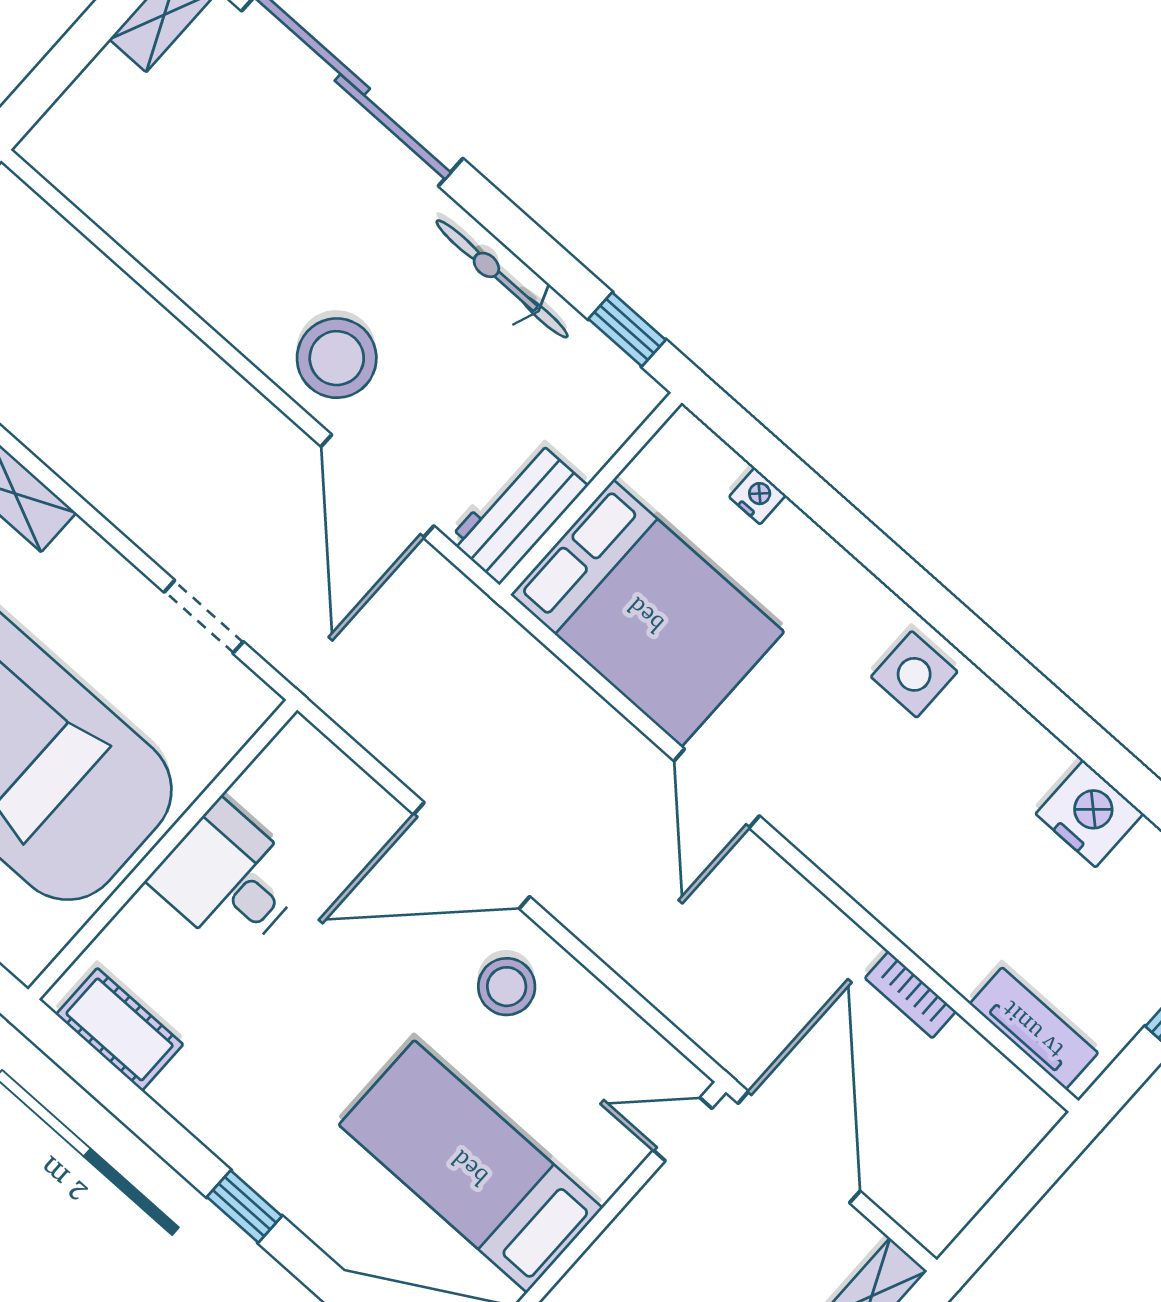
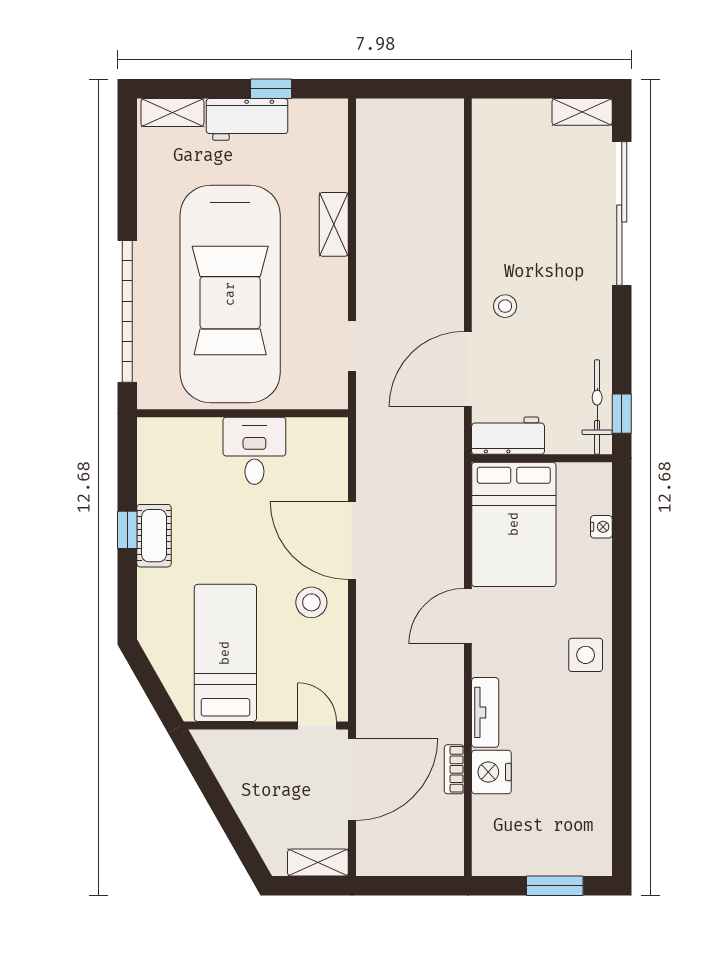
bicycle: (502, 279) -> (597, 407), moved
stool: (337, 358) -> (505, 306), width x0.53, depth x0.53
nightstand: (1089, 814) -> (491, 772), moved, turned 180
tv unit: (1034, 1028) -> (485, 712), moved
cot: (120, 1029) -> (154, 536), moved
window: (244, 1206) -> (127, 530), moved

